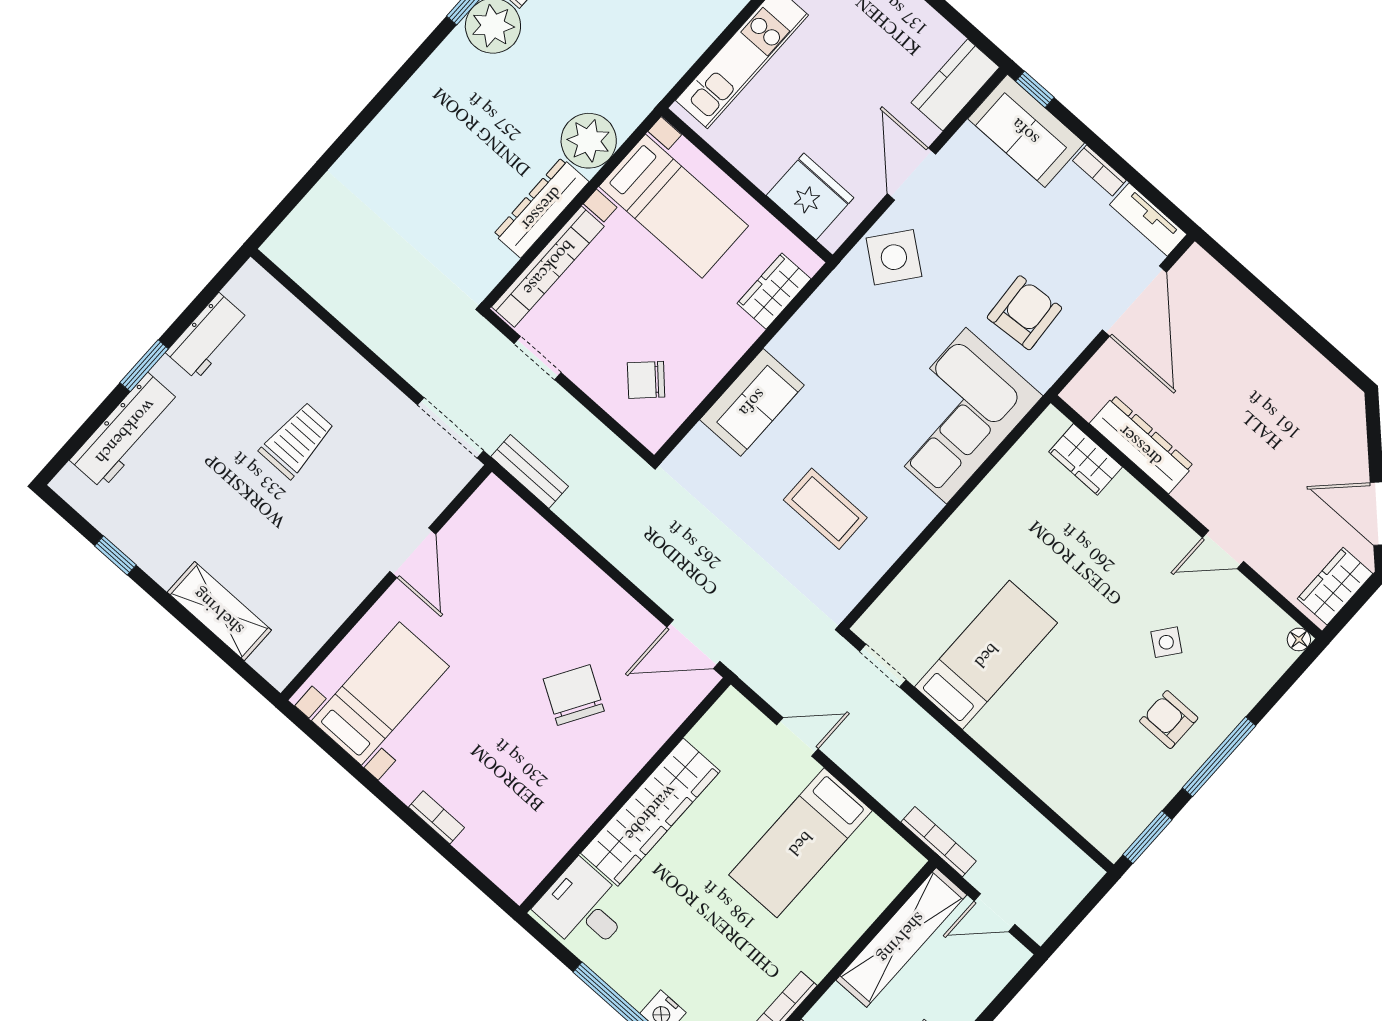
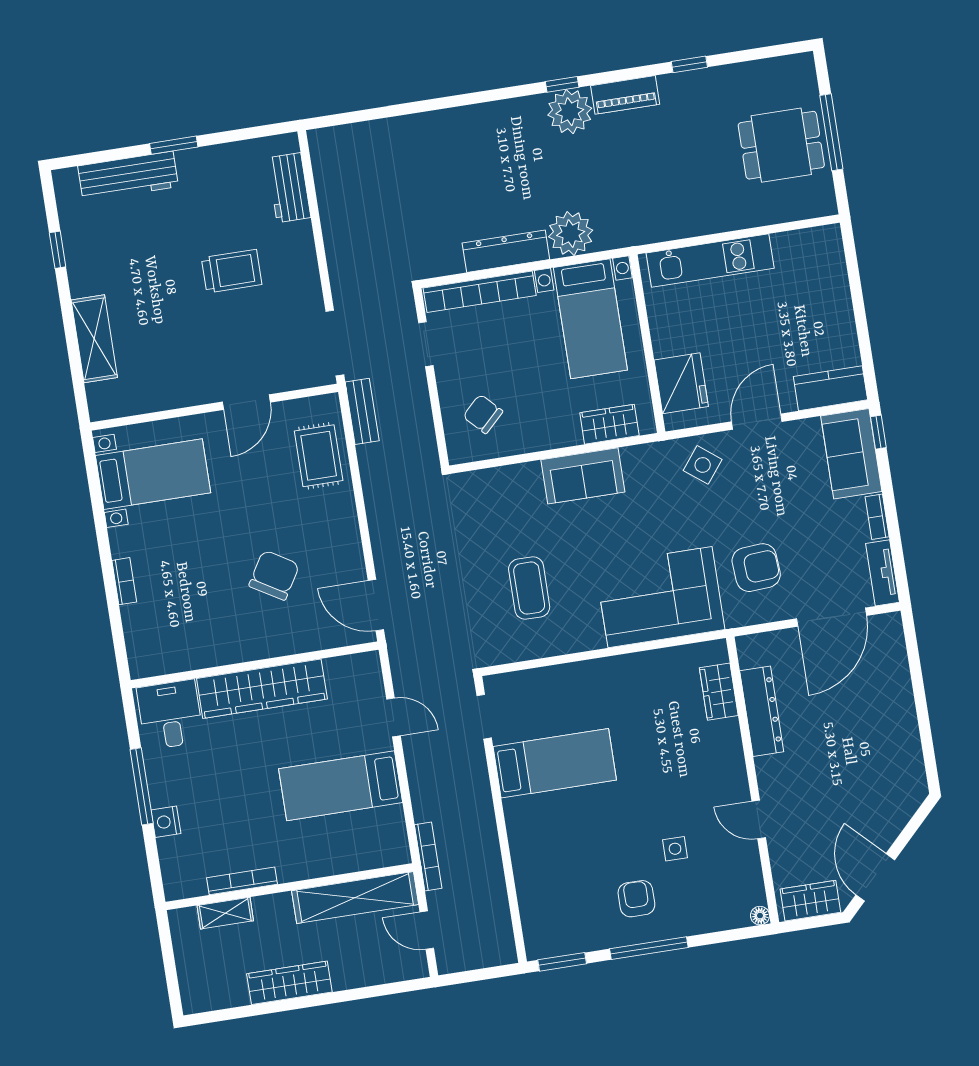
side table: (894, 257) -> (703, 465), width x0.73, depth x0.73
workbench: (208, 336) -> (289, 188), moved, turned 90
sofa: (752, 402) -> (583, 476), moved
rug: (523, 547) -> (319, 456), added
side table: (1166, 642) -> (675, 849), turned -38

